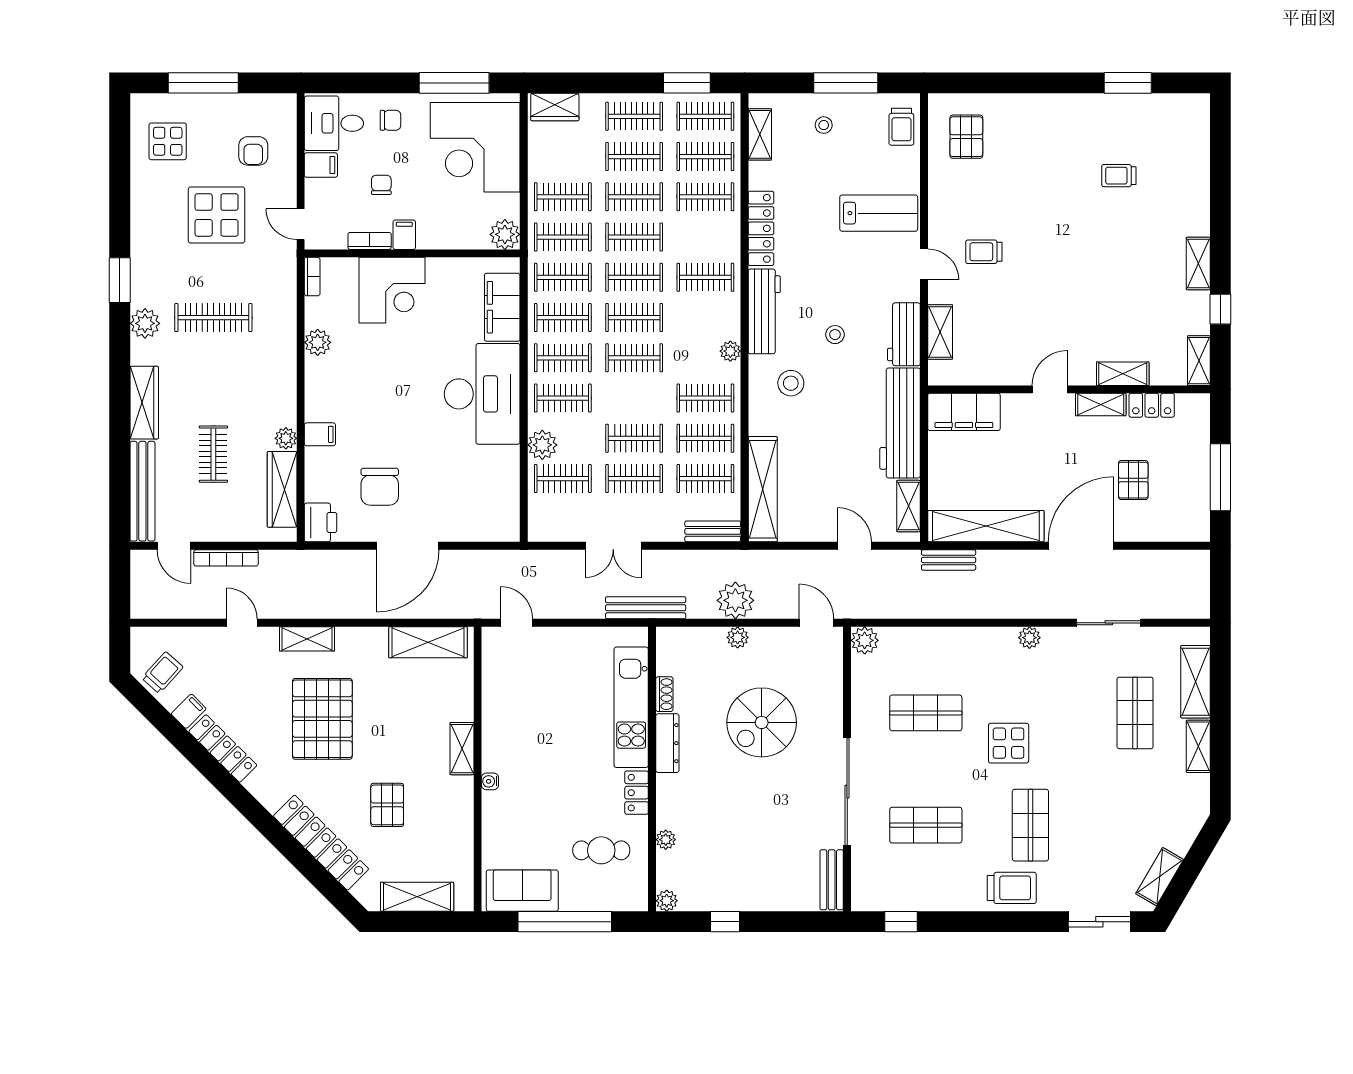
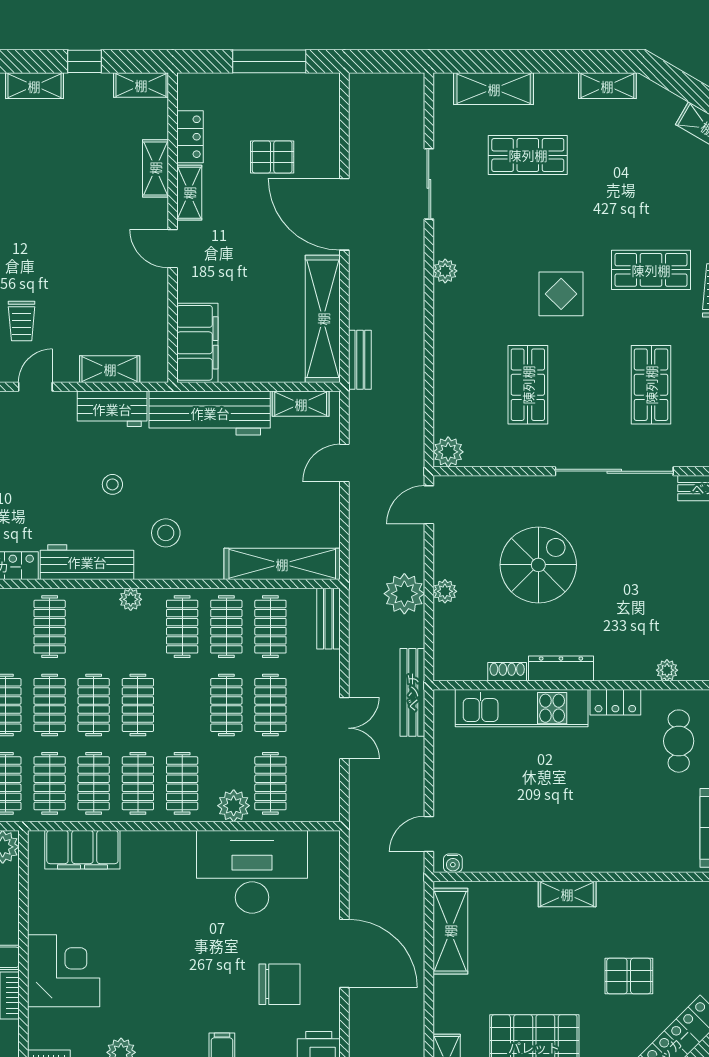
desk: (482, 394) -> (252, 872), moved
spiral stairs: (762, 722) -> (538, 565), turned -90
shelving: (1198, 746) -> (607, 86), moved
water cooler: (490, 781) -> (453, 863), moved

